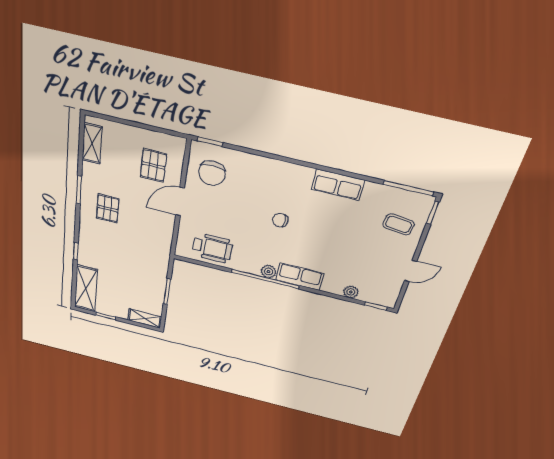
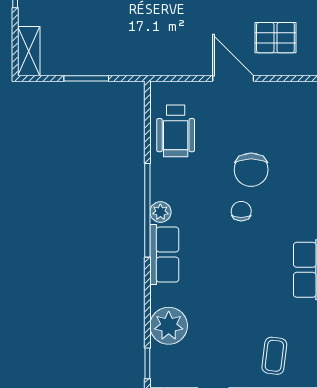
chair: (212, 173) -> (251, 170), moved, turned -90
plant: (351, 292) -> (169, 326), width x1.88, depth x1.88

